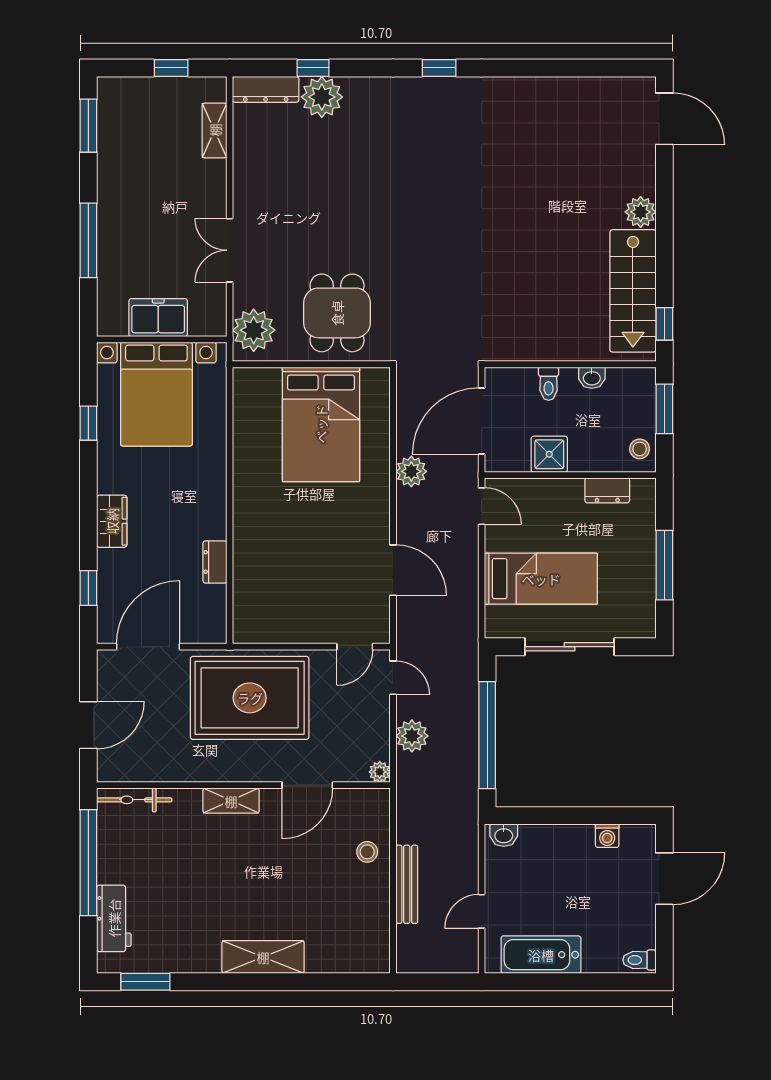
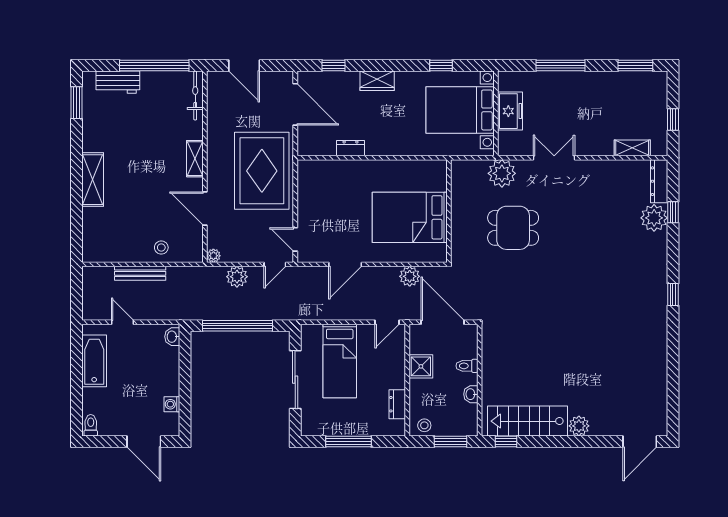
wall: (311, 364) -> (449, 211), moved
bed: (321, 424) -> (410, 217), moved

